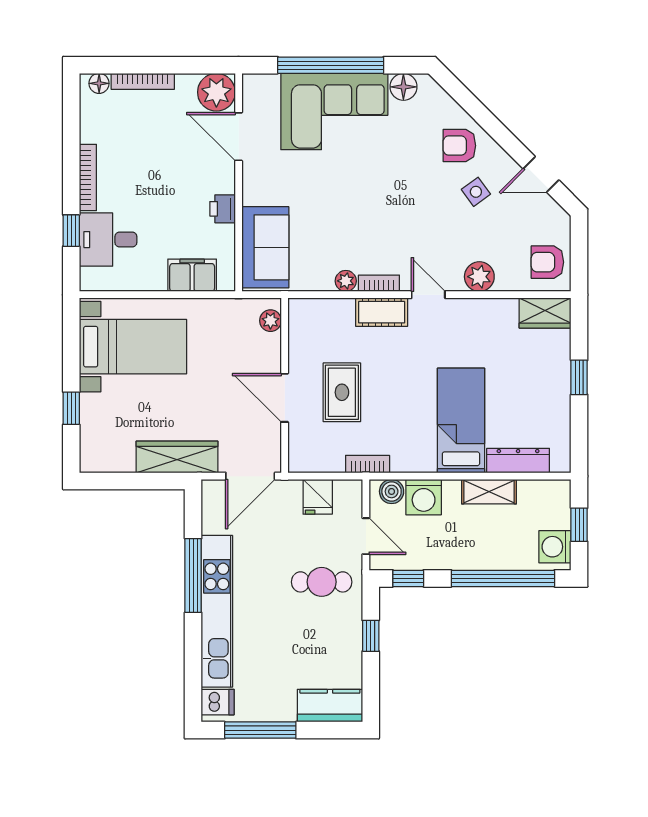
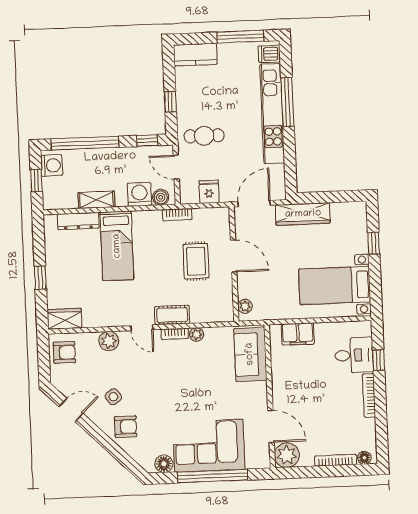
printer: (223, 209) -> (280, 379), removed
window: (193, 576) -> (287, 102), moved

